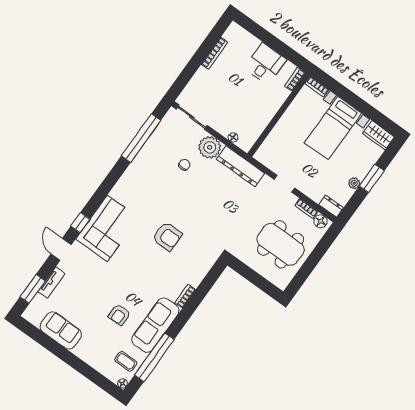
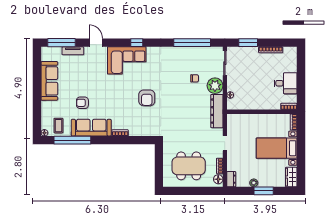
window: (187, 73) -> (248, 43), added
window: (80, 223) -> (137, 43), moved
dining table: (281, 244) -> (189, 166), turned 90
door: (61, 249) -> (96, 43), hinge flipped
window: (33, 289) -> (61, 43), width x1.44
sofa: (61, 330) -> (49, 81), width x1.36

